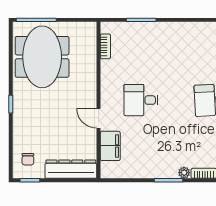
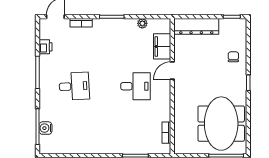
door: (99, 118) -> (172, 70), swing flipped
chair: (28, 159) -> (233, 57), moved
plant: (184, 173) -> (142, 23), moved

